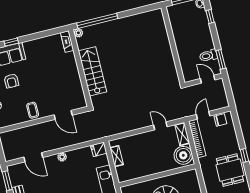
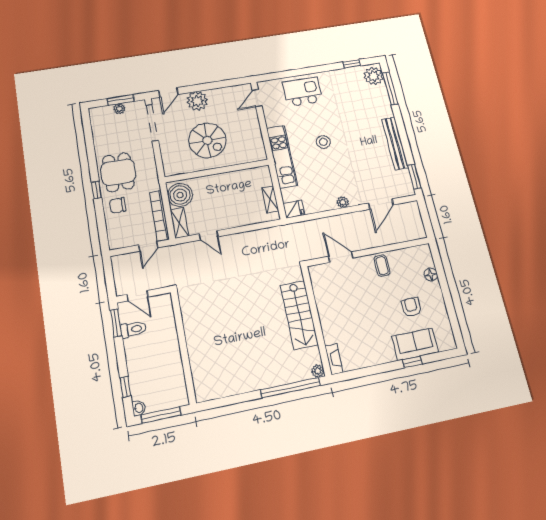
chair: (220, 120) -> (118, 205), moved
door: (33, 157) -> (381, 204), swing flipped

